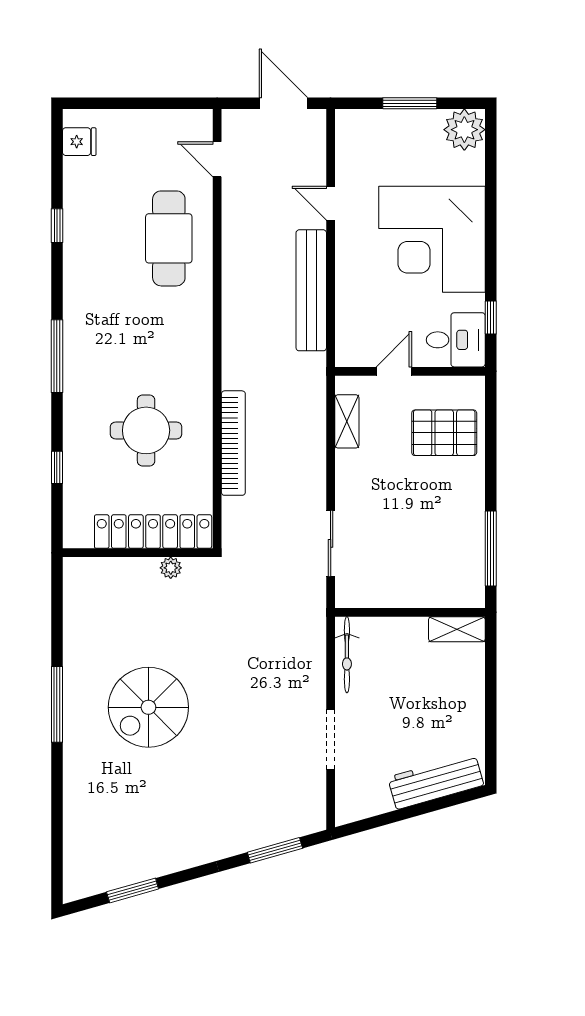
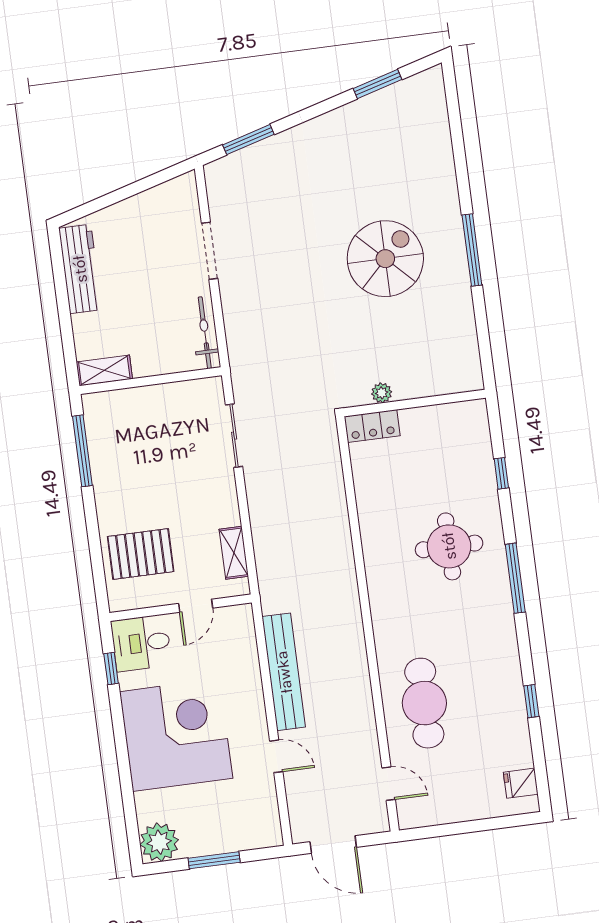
round table: (146, 430) -> (449, 546), moved
bookcase: (233, 443) -> (338, 518), removed
locker: (153, 532) -> (372, 426), width x0.46, depth x0.83
workbench: (436, 781) -> (80, 269), moved, turned -74

